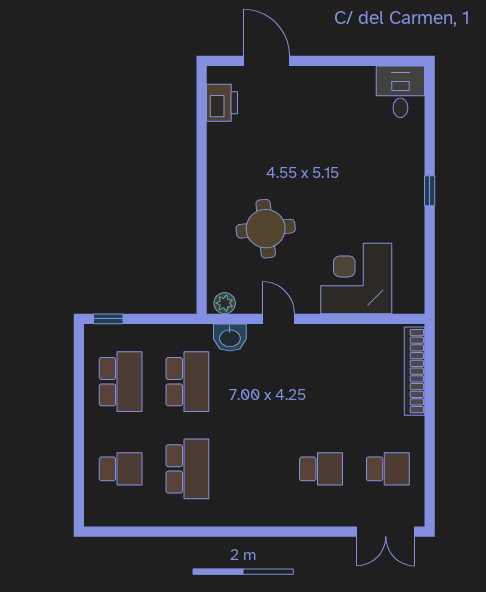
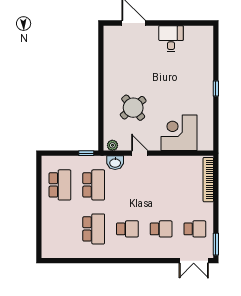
desk: (400, 92) -> (171, 39), moved
printer: (222, 103) -> (111, 44), removed
round table: (266, 229) -> (133, 108), turned -34
window: (108, 319) -> (86, 153), moved
school desk: (121, 469) -> (127, 229), moved
window: (430, 499) -> (216, 244), added

